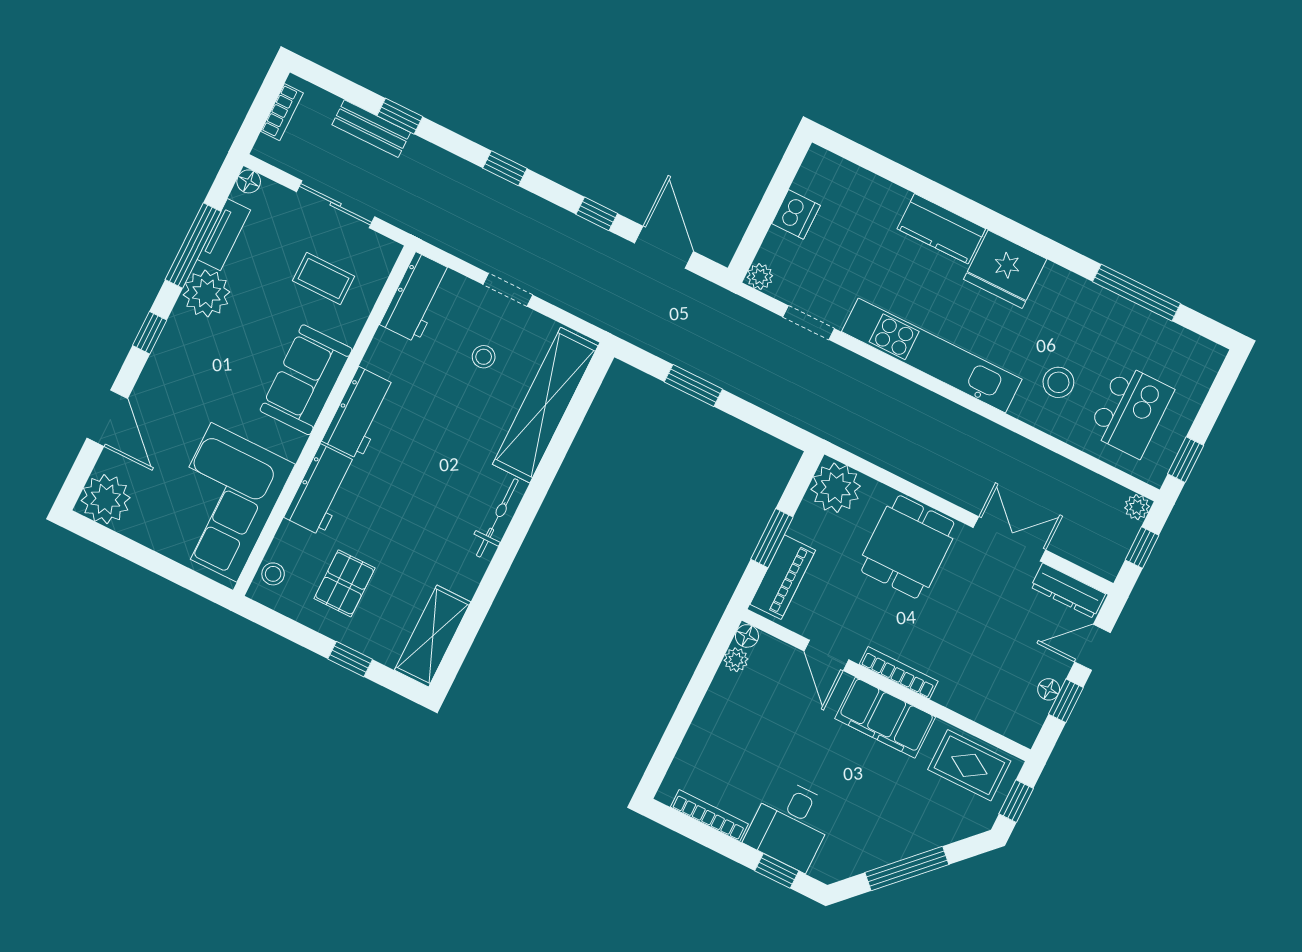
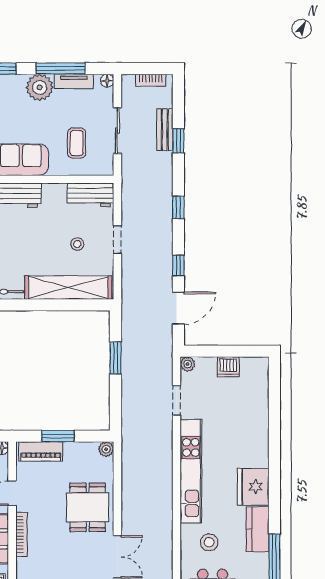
kitchen counter: (941, 229) -> (258, 529), moved
plant: (836, 488) -> (106, 449), width x0.53, depth x0.53
dining table: (908, 547) -> (88, 507), turned 90

